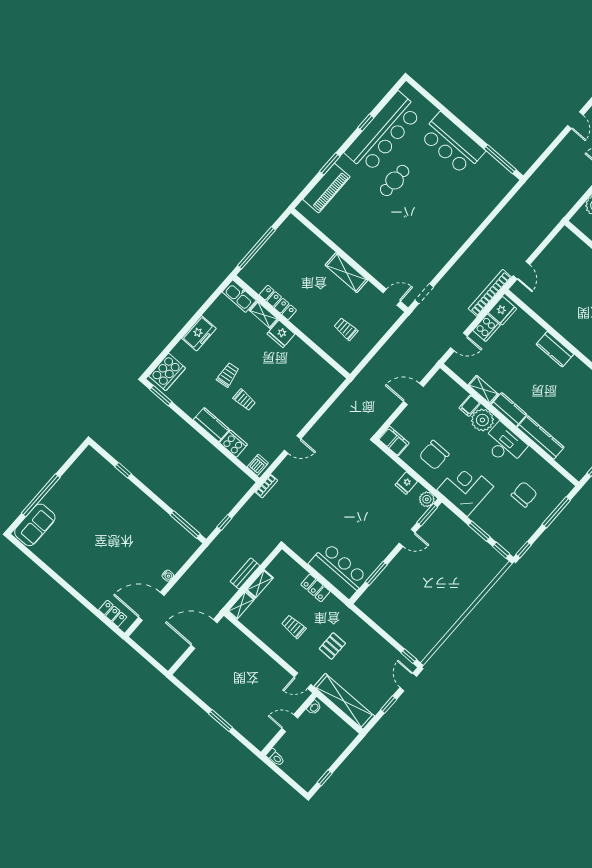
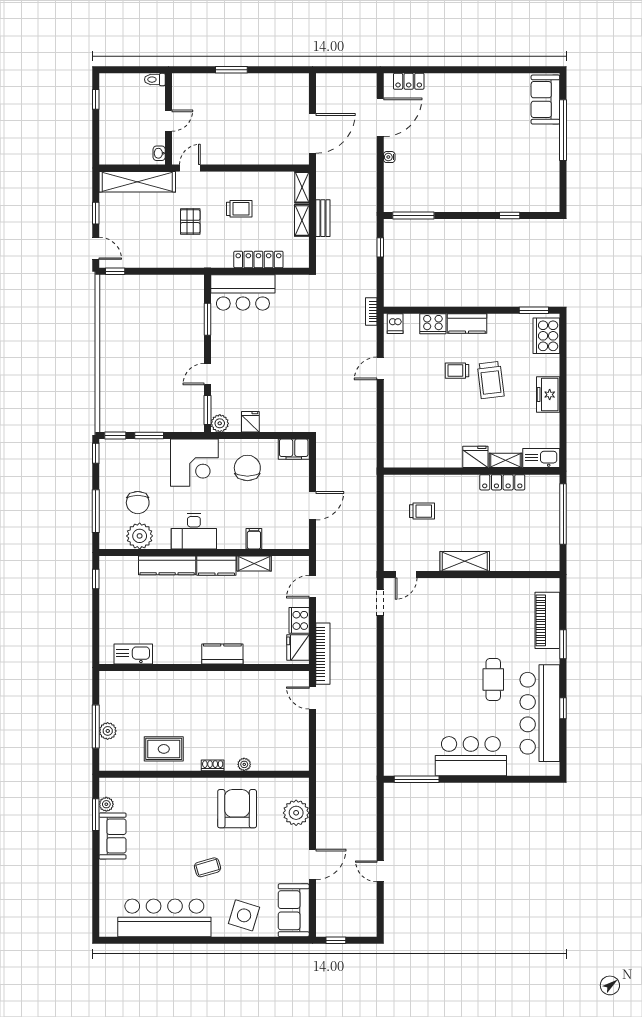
trolley: (228, 375) -> (491, 380), width x1.36, depth x1.39
plant: (482, 420) -> (140, 536), moved
locker: (315, 588) -> (258, 260), width x1.53

